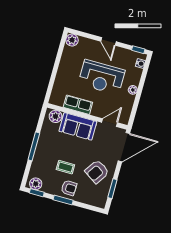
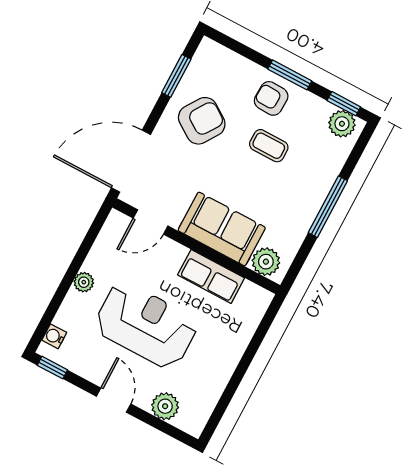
plant: (72, 40) -> (165, 406), moved

